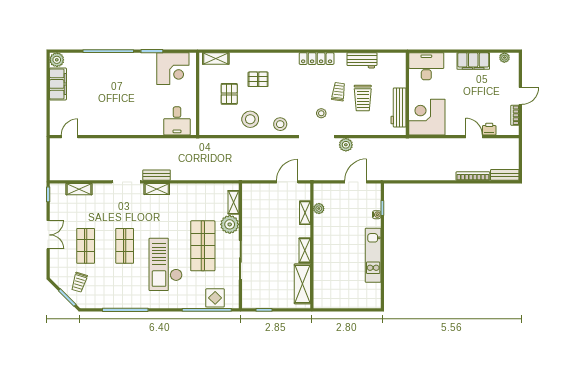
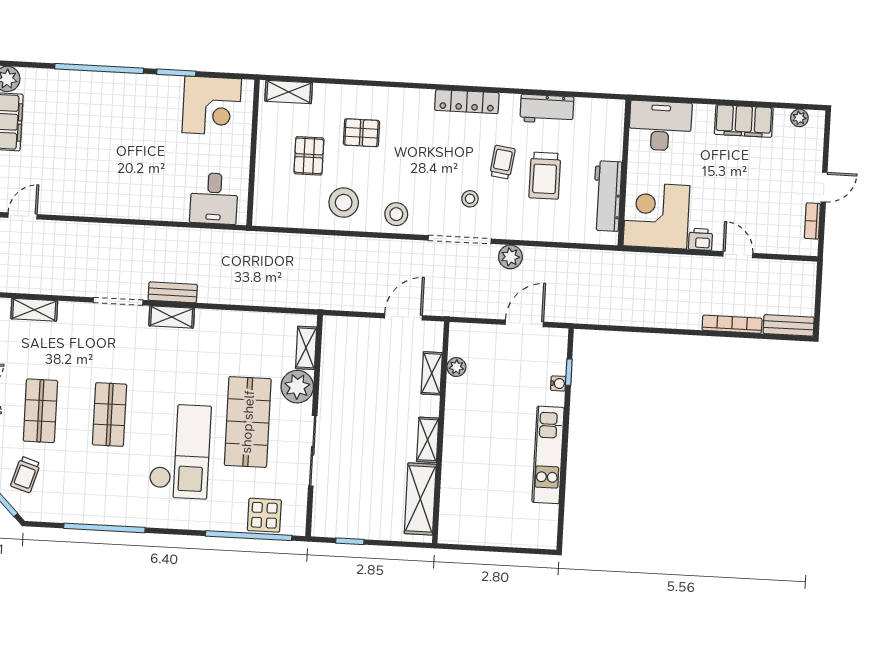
printer: (489, 129) -> (701, 239), moved
checkout: (166, 264) -> (180, 451), turned 180

